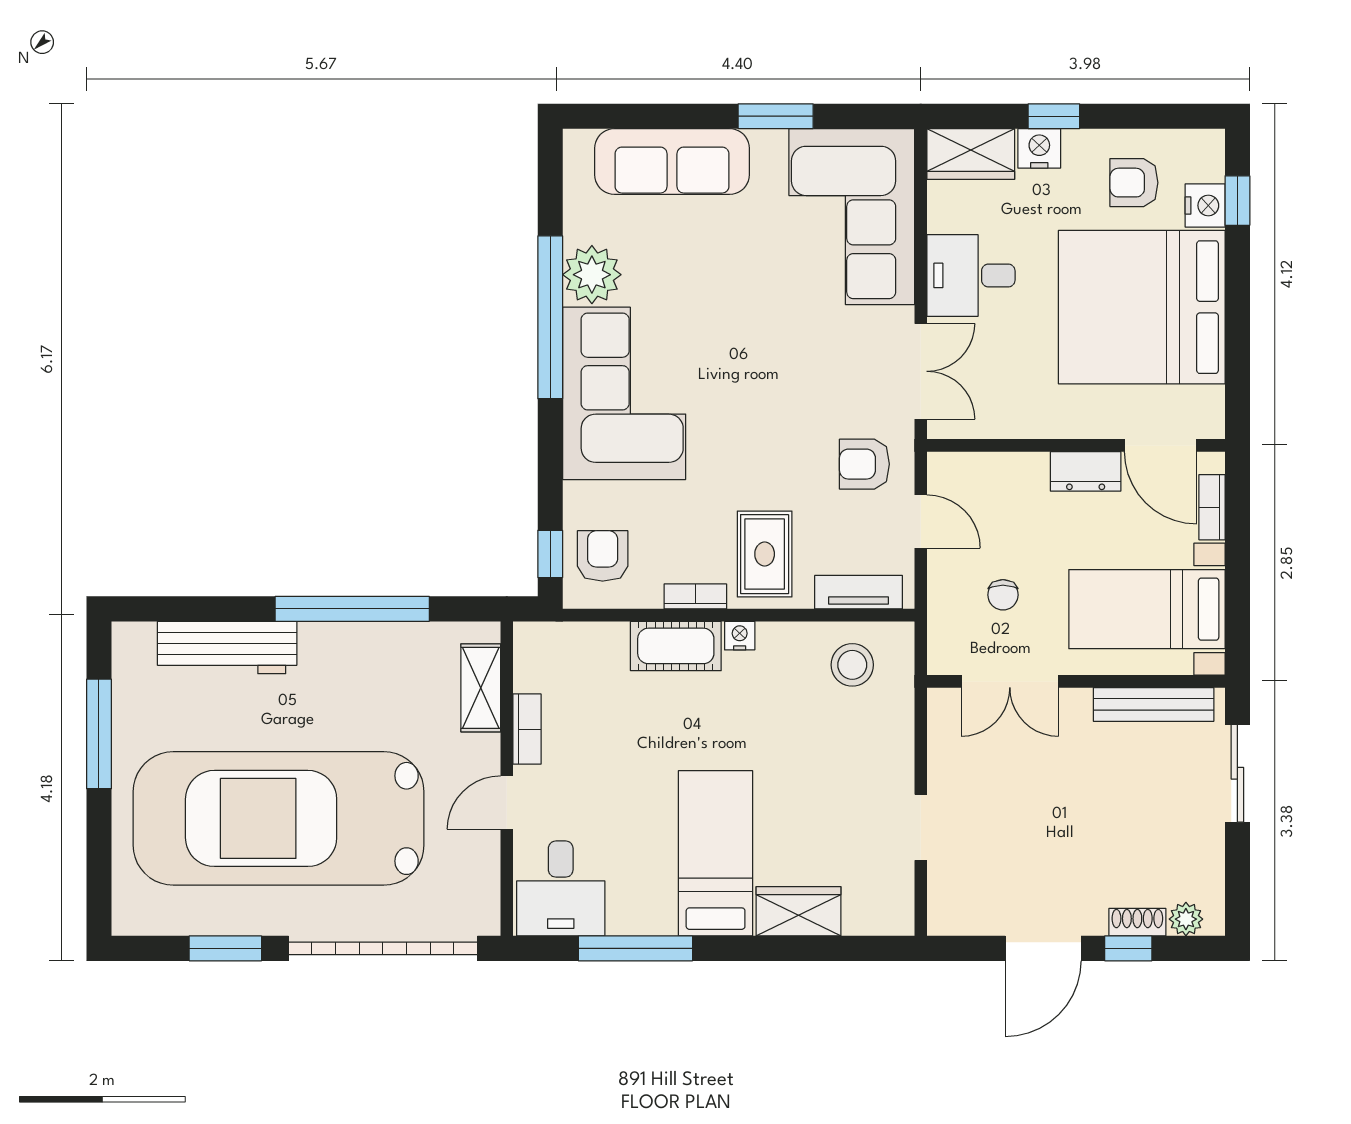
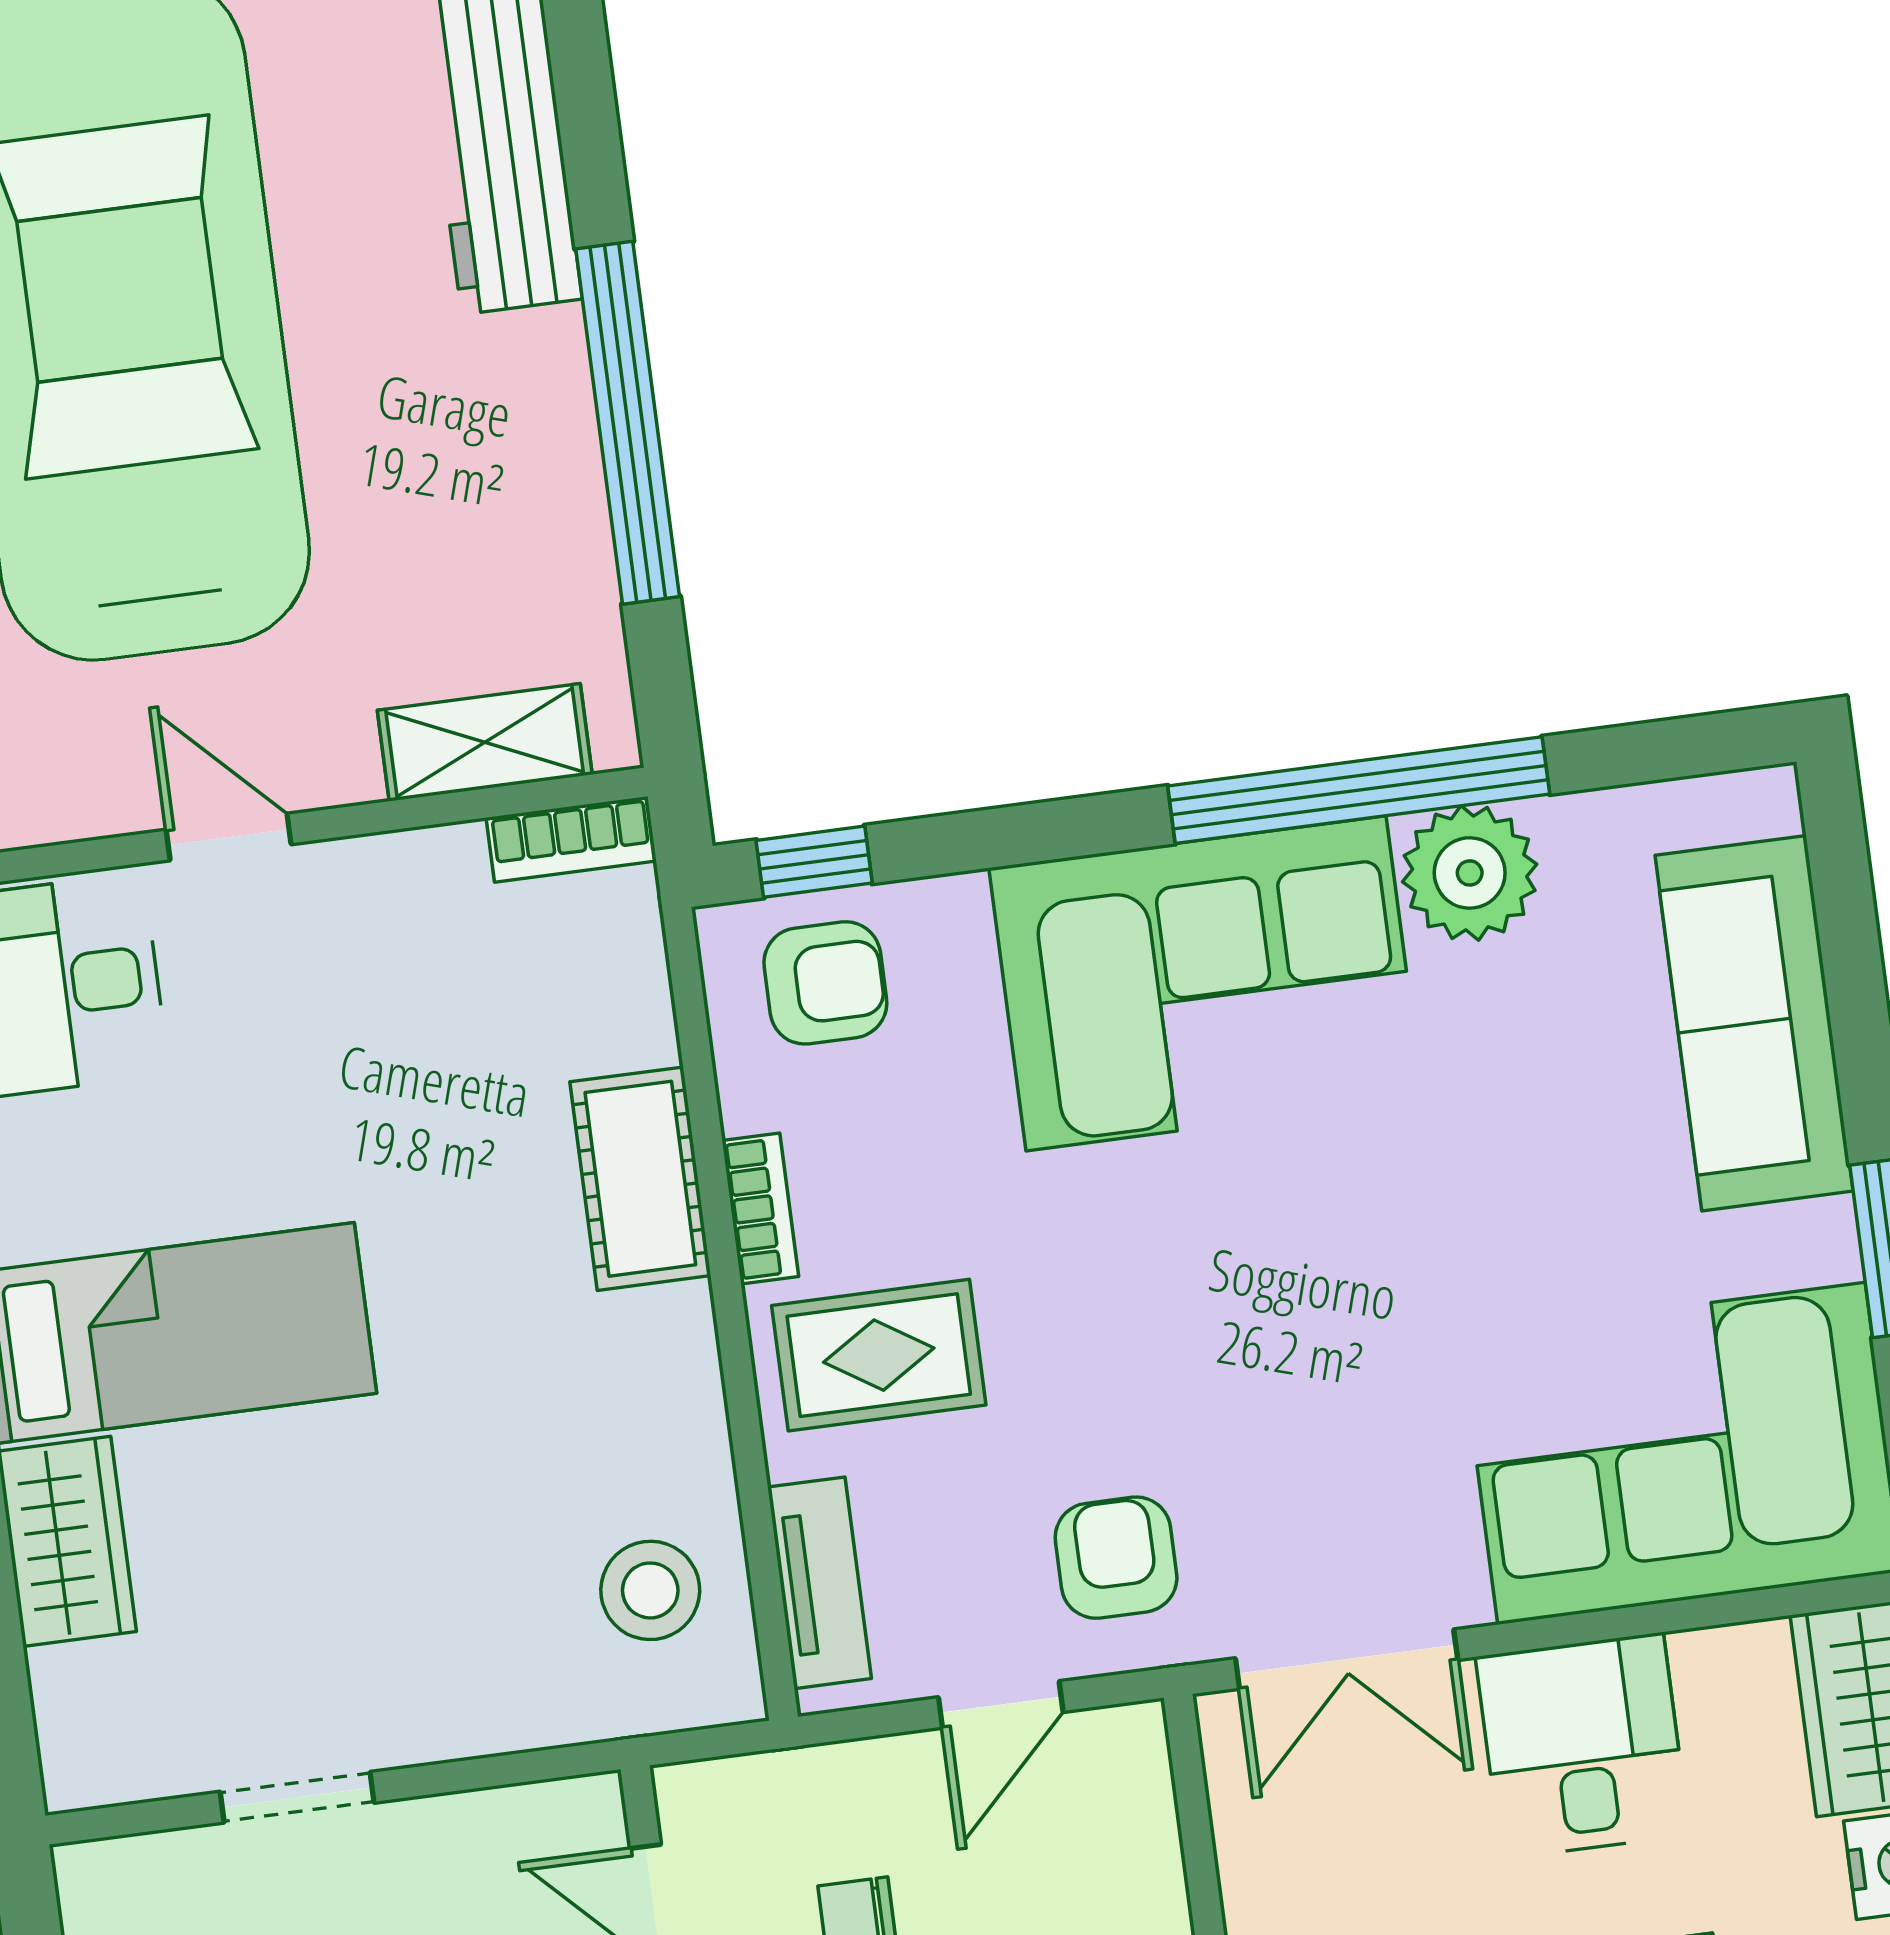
nightstand: (740, 636) -> (684, 1322), removed
bookcase: (527, 729) -> (571, 839), moved

